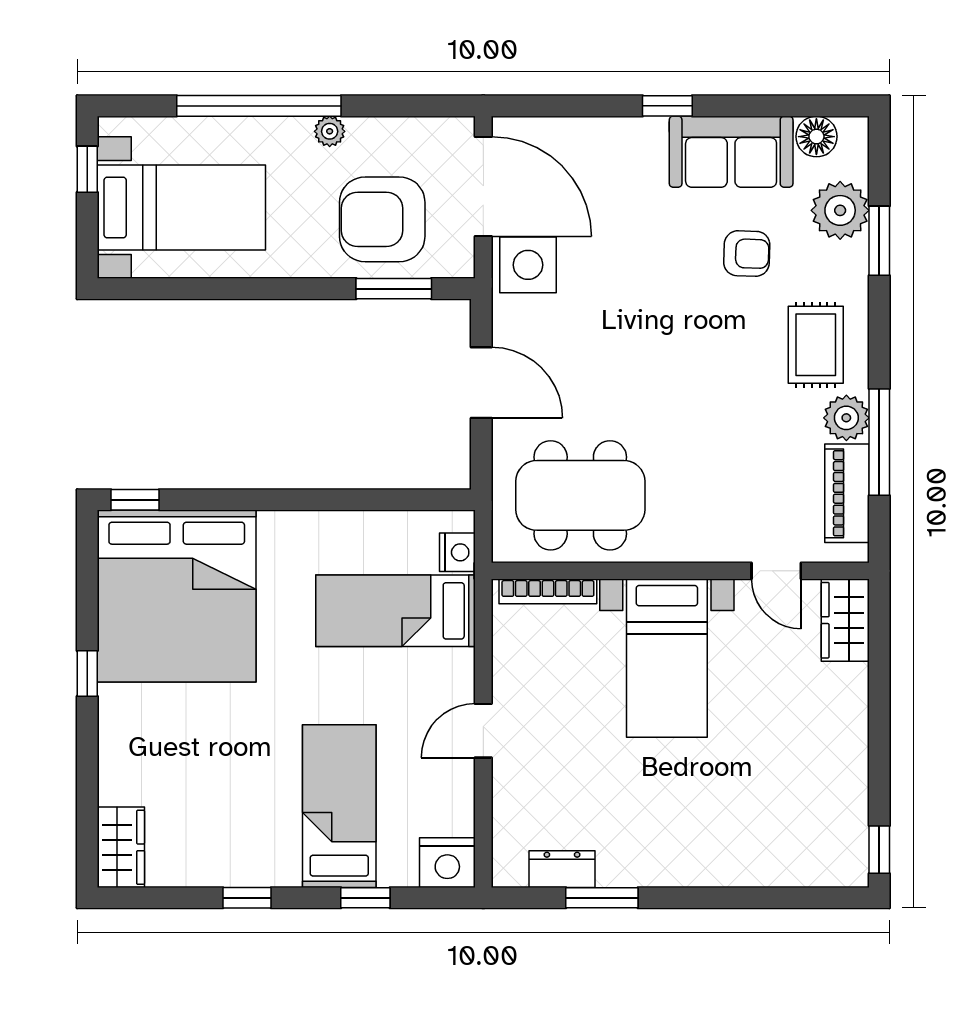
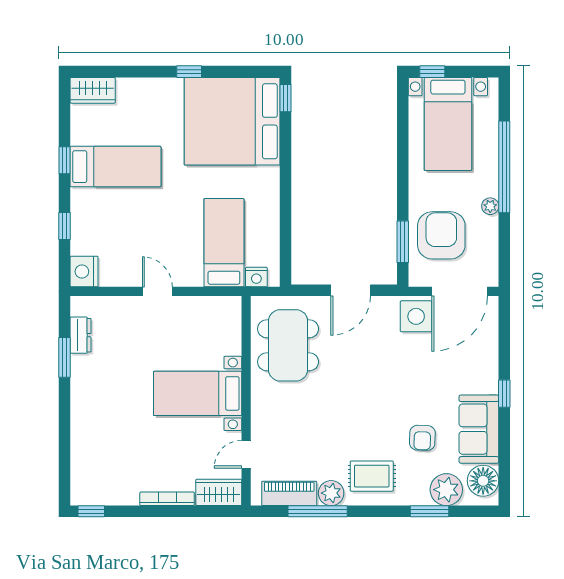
floor lamp: (816, 137) -> (483, 481), width x1.38, depth x1.38
window: (87, 169) -> (432, 72), moved
bookcase: (548, 591) -> (167, 499), moved, turned 90
bed: (339, 806) -> (116, 167), moved

